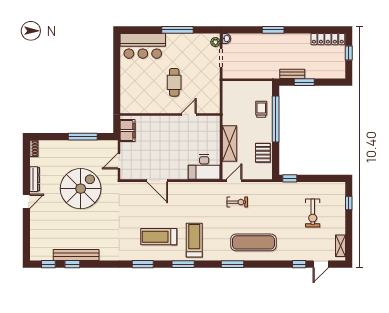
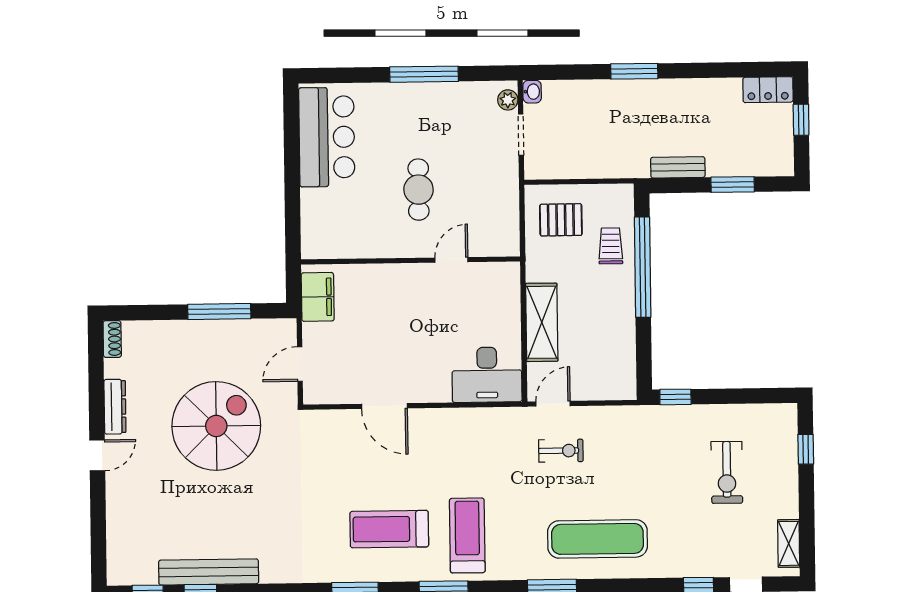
locker: (328, 39) -> (768, 90), width x0.66
bar counter: (143, 46) -> (327, 137), moved, turned -90
window: (304, 82) -> (733, 185), moved
pallet: (263, 153) -> (561, 220), moved, turned 90

